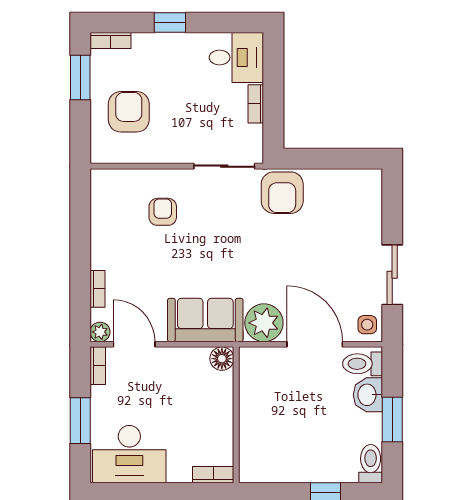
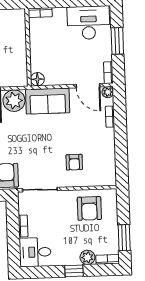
plant: (146, 45) -> (87, 257), added
armchair: (129, 112) -> (89, 208), moved

